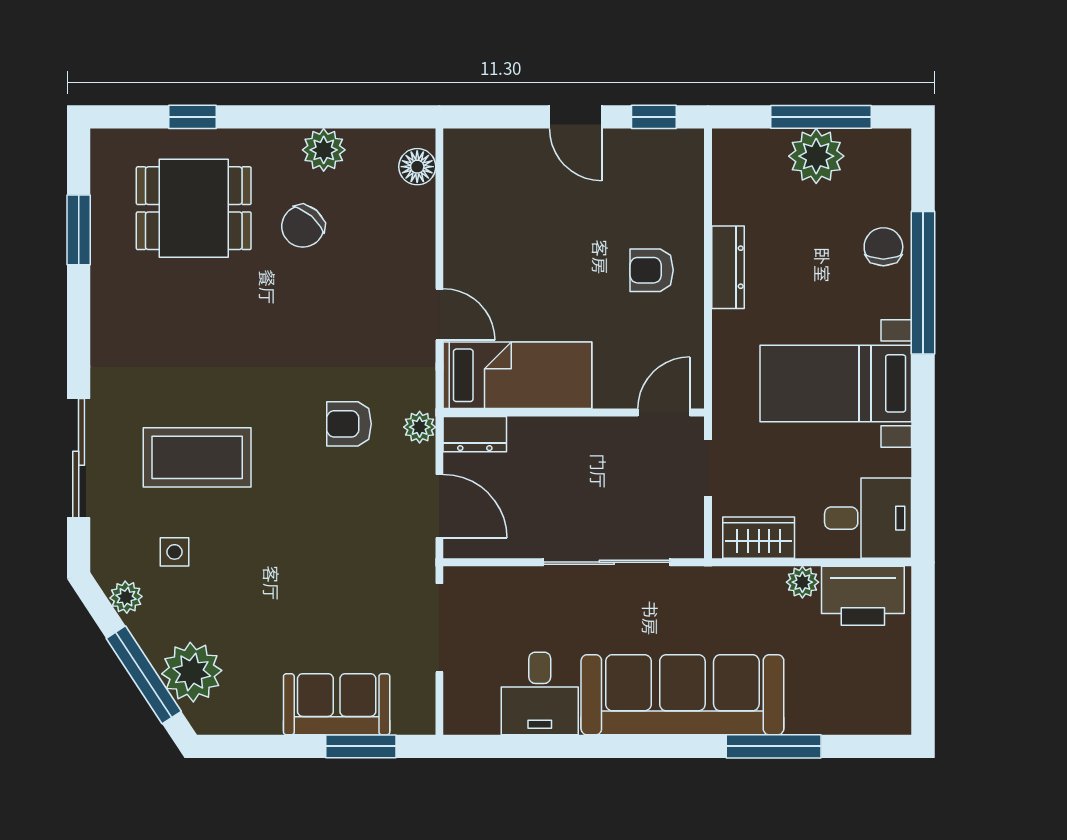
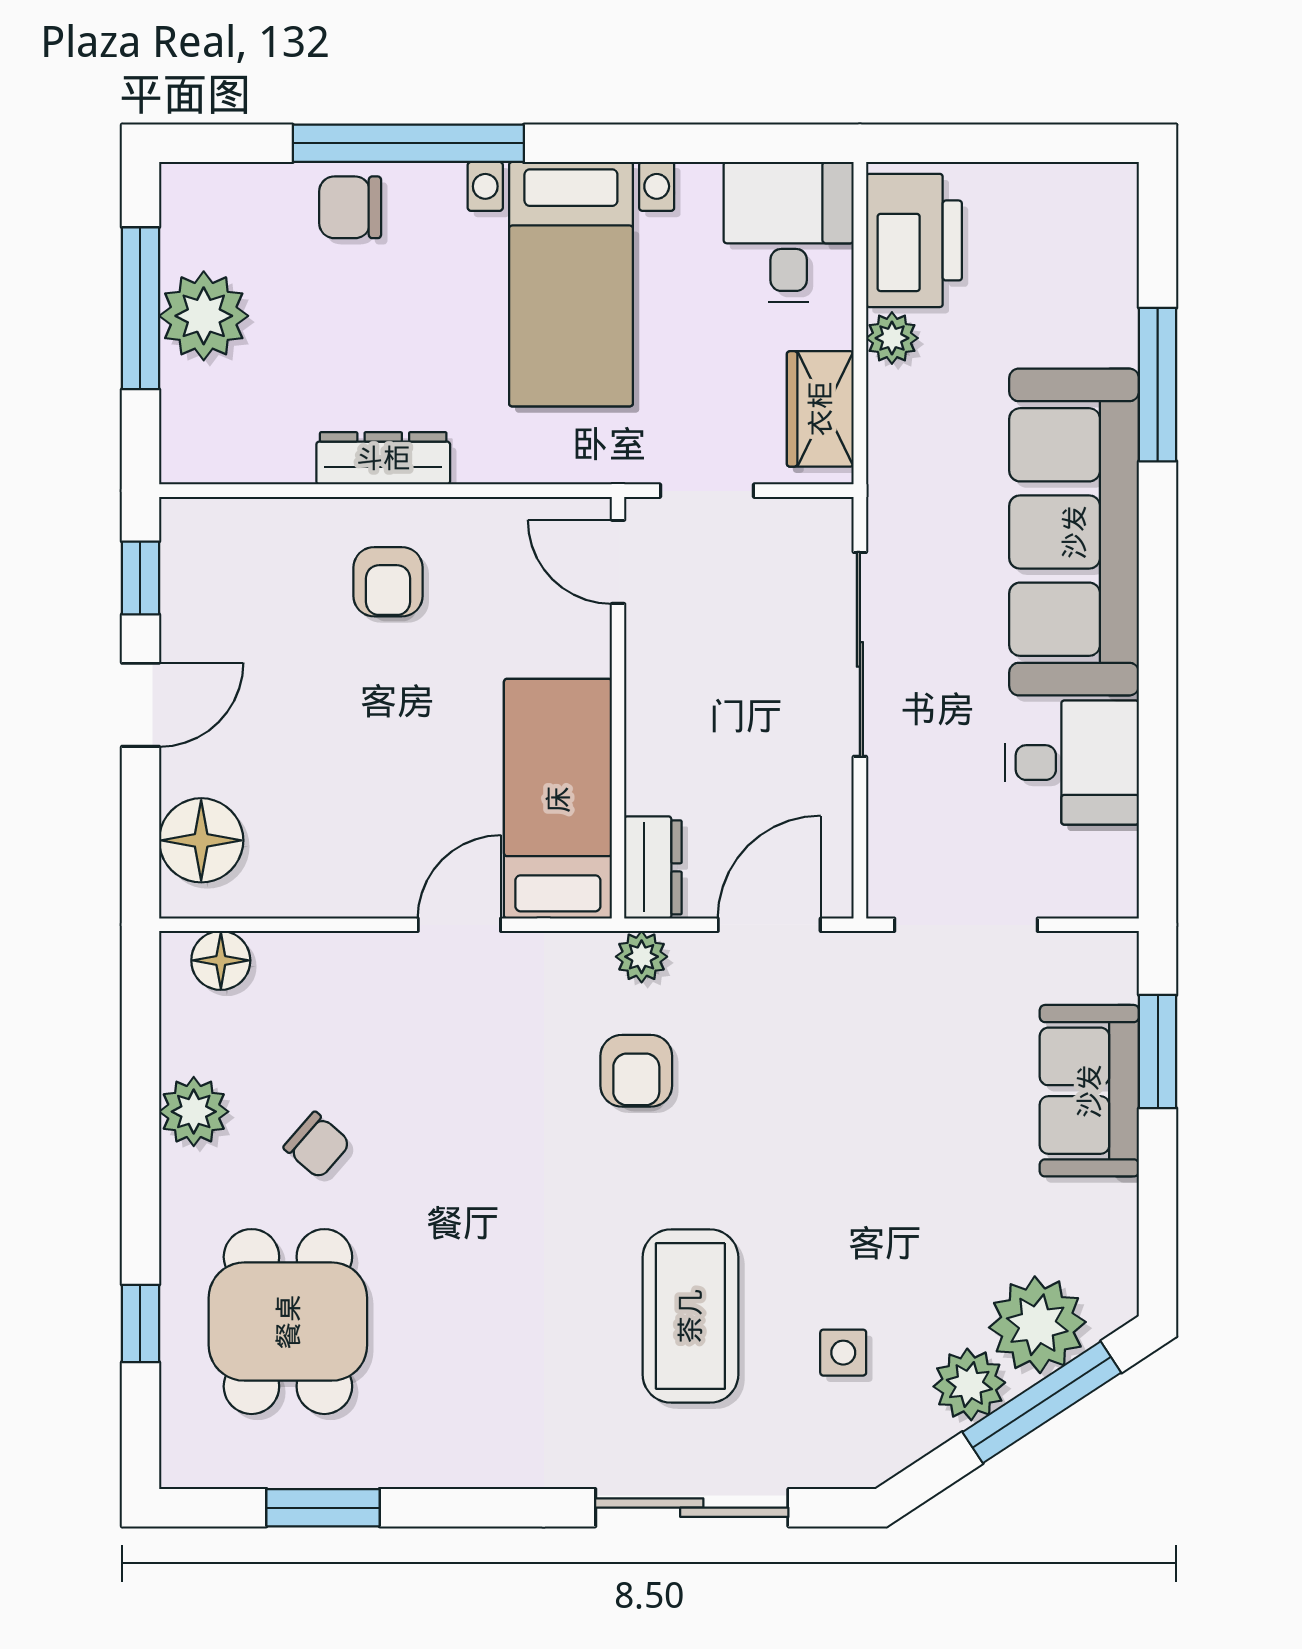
floor lamp: (492, 155) -> (201, 840), added
chair: (303, 226) -> (317, 1145), width x0.73, depth x0.73
plant: (126, 597) -> (969, 1384), moved, width x1.38, depth x1.38

